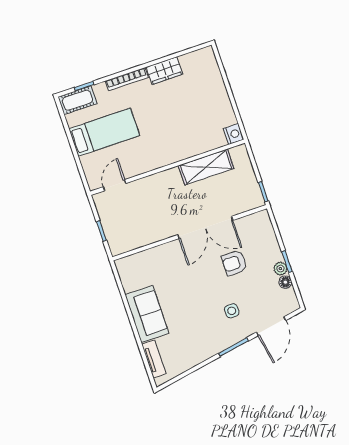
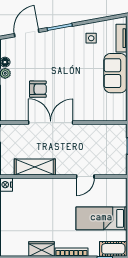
door: (115, 185) -> (85, 177), moved
side table: (232, 311) -> (91, 38), moved

